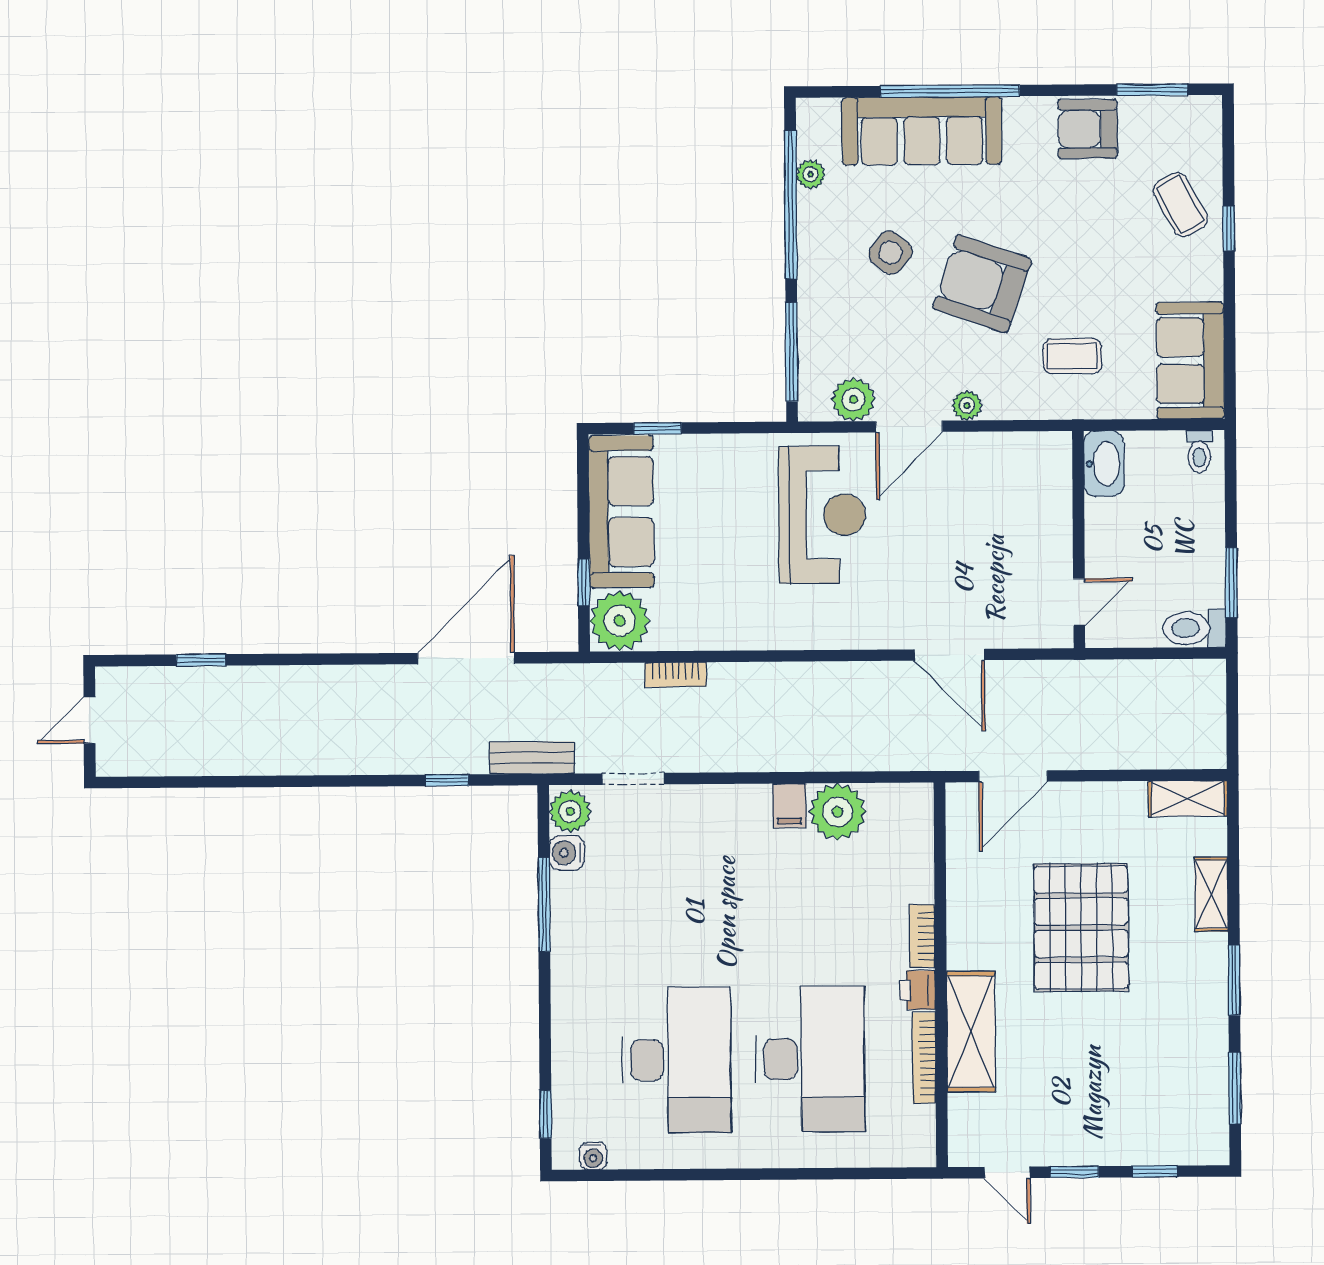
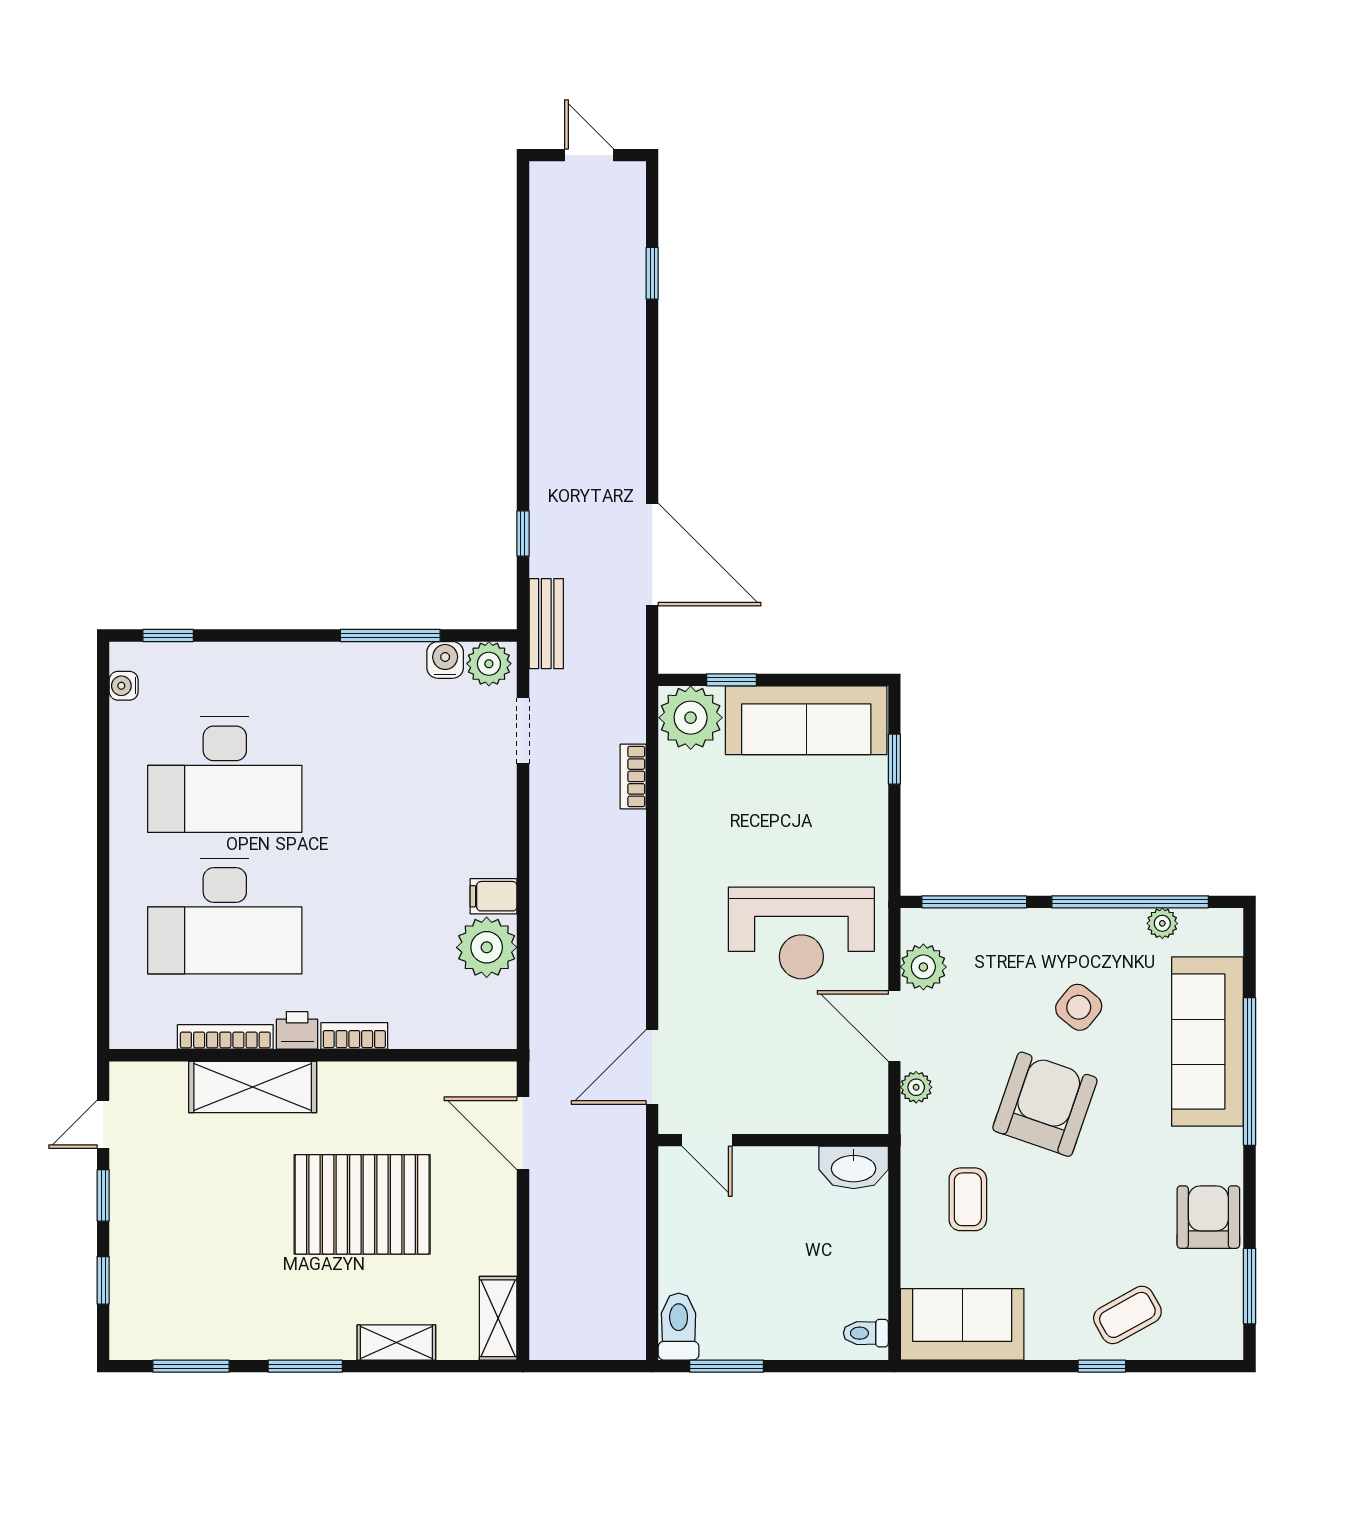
washbasin: (1104, 464) -> (854, 1167), moved
wall: (1079, 540) -> (773, 1140), moved
door: (1079, 602) -> (707, 1140), moved

